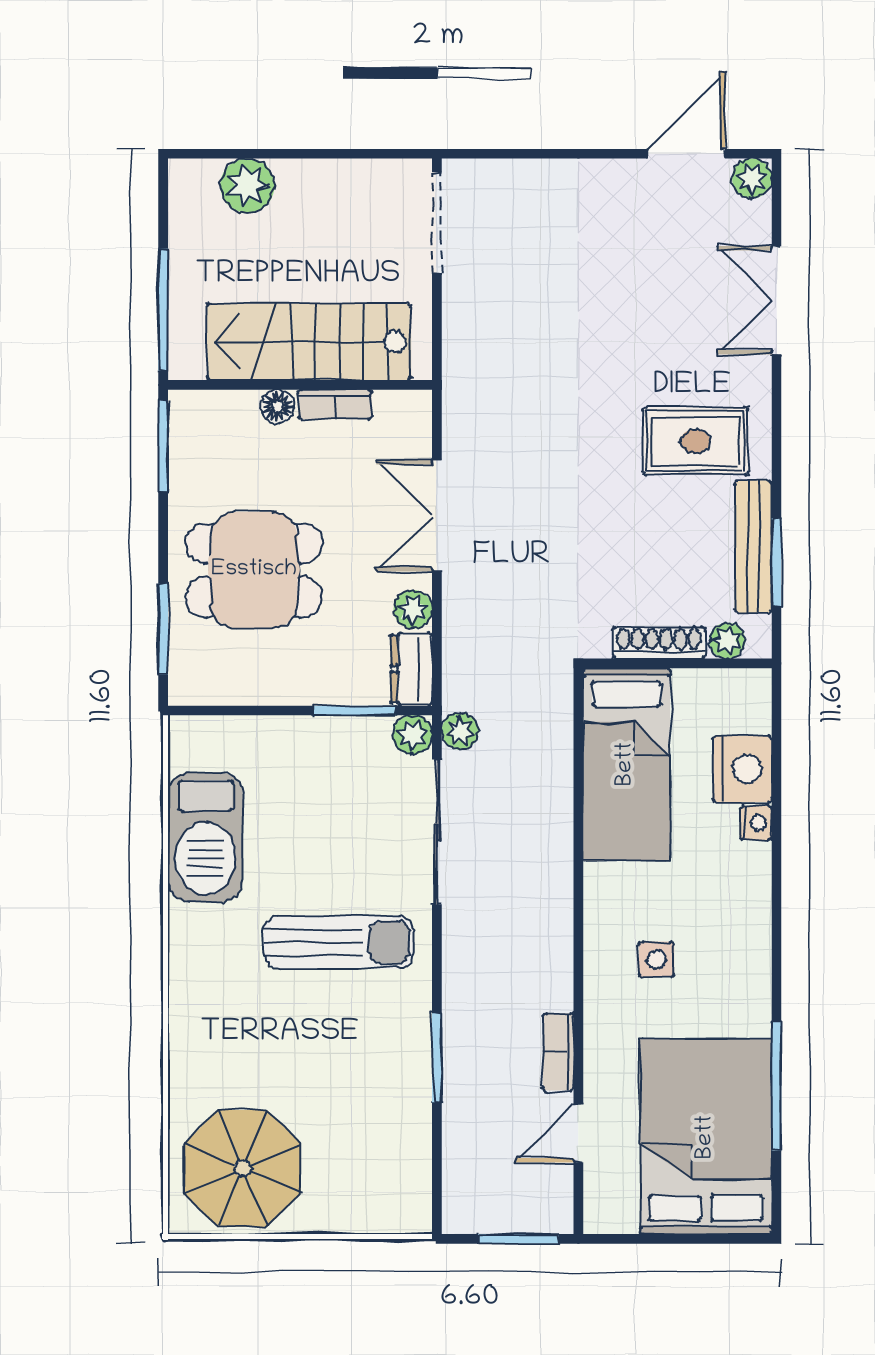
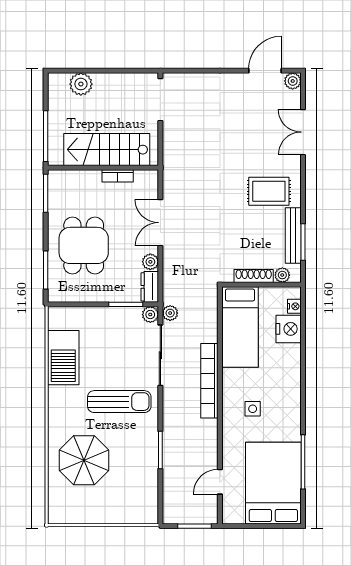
floor lamp: (278, 406) -> (94, 177), removed
dining table: (254, 570) -> (84, 245), turned 90
nightstand: (756, 823) -> (294, 306), moved
bookcase: (558, 1052) -> (209, 381), moved, width x2.31, depth x1.31
parasol: (243, 1169) -> (84, 460), moved

